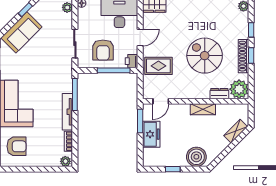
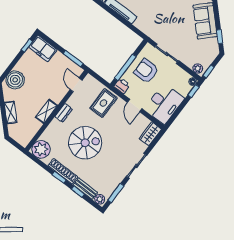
bench: (244, 25) -> (85, 189), added
dresser: (219, 94) -> (64, 113), moved
window: (75, 95) -> (129, 25), removed
shelving: (236, 131) -> (11, 112), moved
freezer: (151, 134) -> (43, 48), moved
window: (173, 169) -> (27, 46), moved

